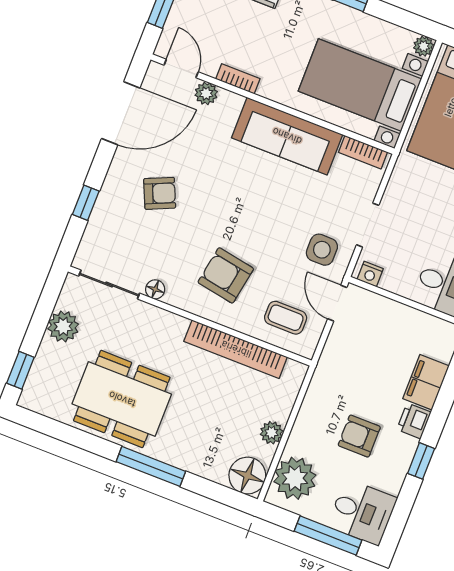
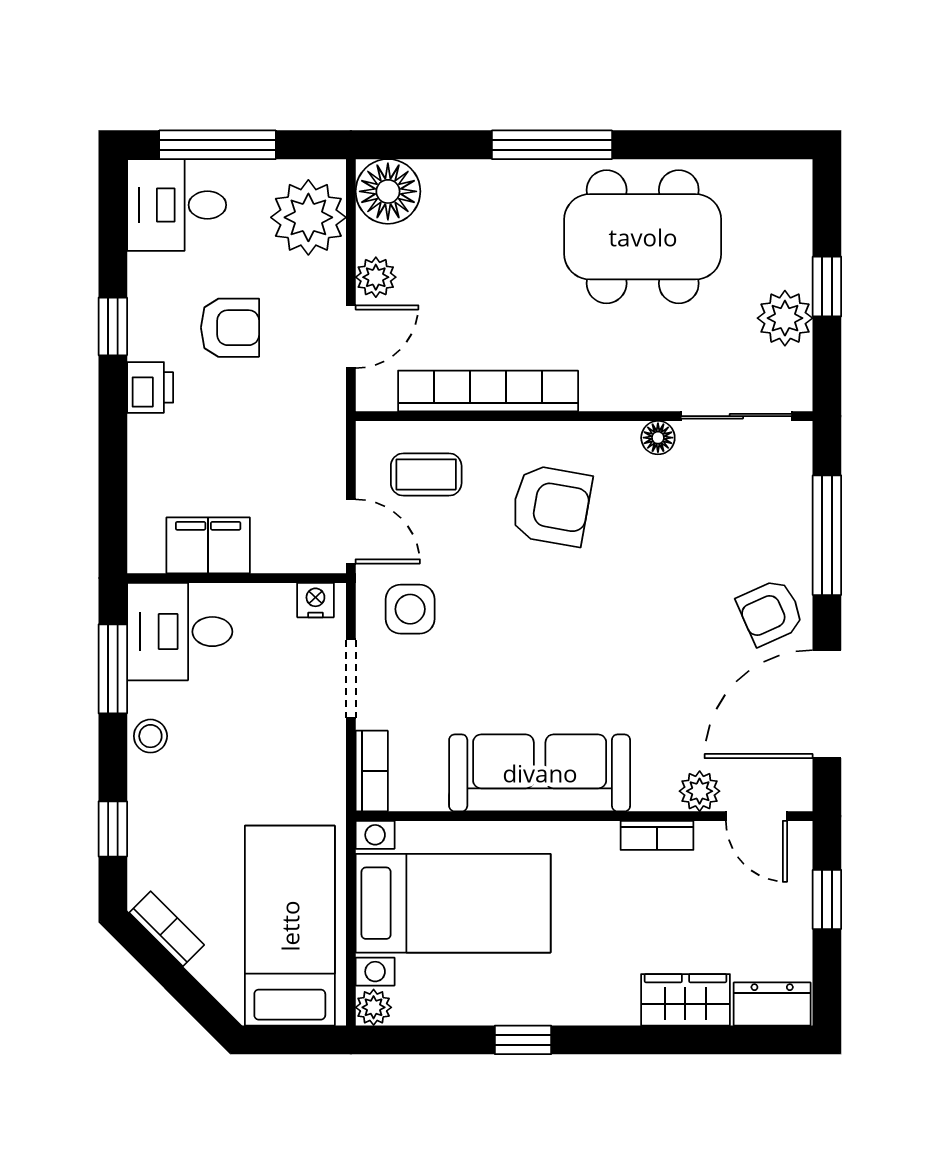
bookcase: (363, 152) -> (372, 771), moved, turned 90
armchair: (160, 193) -> (770, 612), moved
window: (86, 203) -> (827, 535), width x2.17
window: (20, 370) -> (827, 287), moved
filing cabinet: (426, 382) -> (208, 545), moved, turned -90
door: (297, 406) -> (351, 337), added

